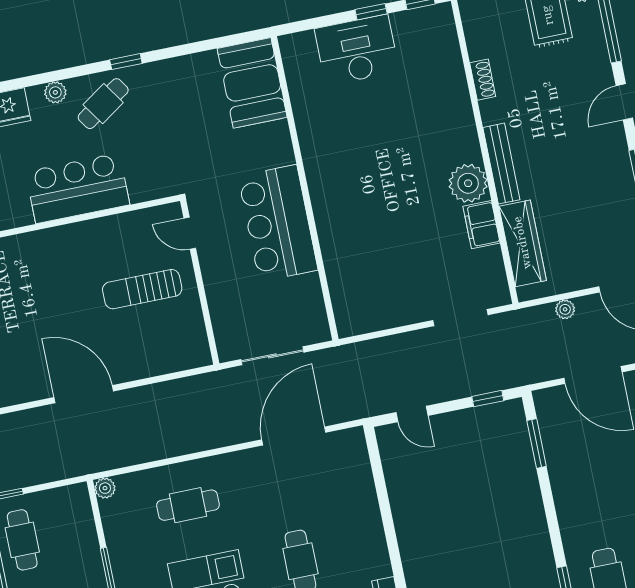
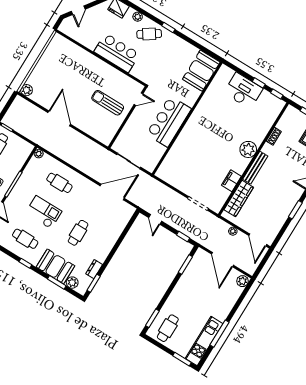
plant: (468, 183) -> (248, 149), moved
door: (190, 233) -> (139, 99), swing flipped

